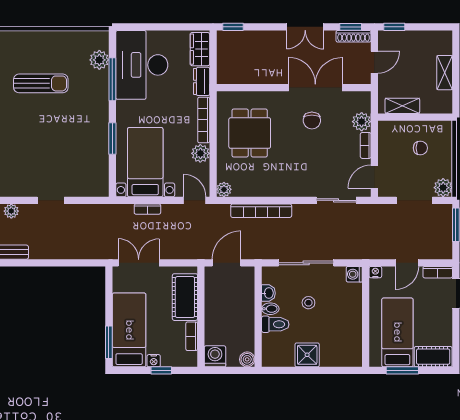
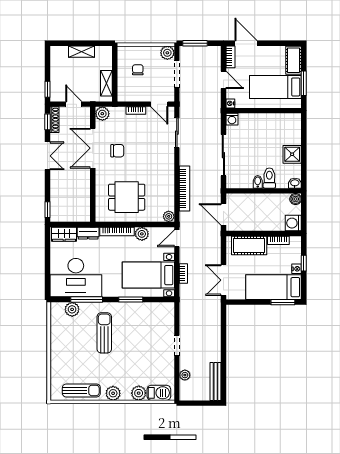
sun lounger: (41, 83) -> (104, 333), moved
plant: (362, 122) -> (102, 114), moved
washbasin: (268, 293) -> (295, 183), moved
stool: (308, 303) -> (253, 153), removed

